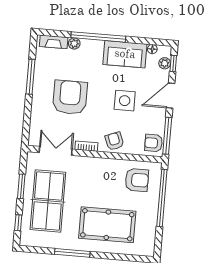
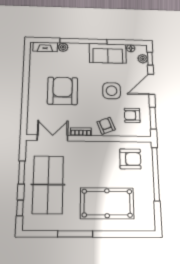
window: (30, 77) -> (26, 76), removed
window: (167, 136) -> (153, 118), width x0.69
armchair: (154, 143) -> (132, 115), moved

